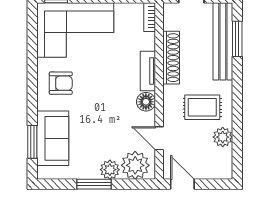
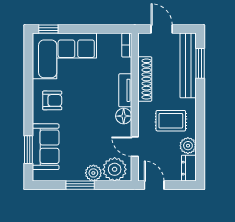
dresser: (224, 164) -> (189, 168), added

